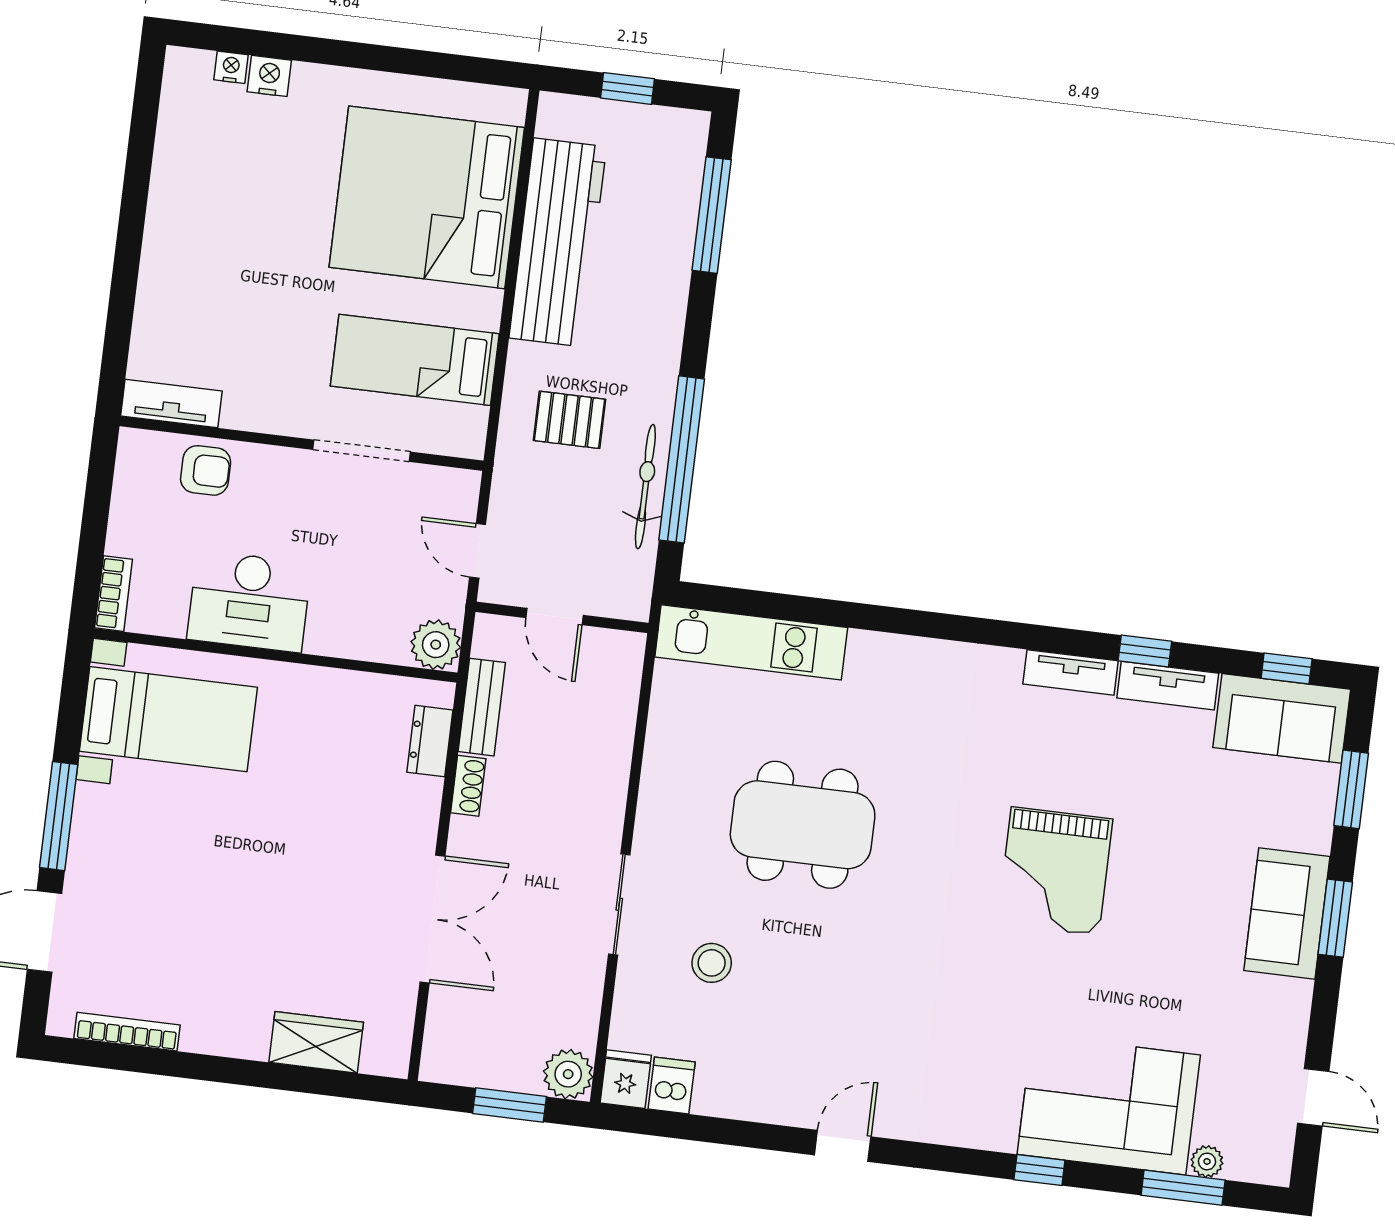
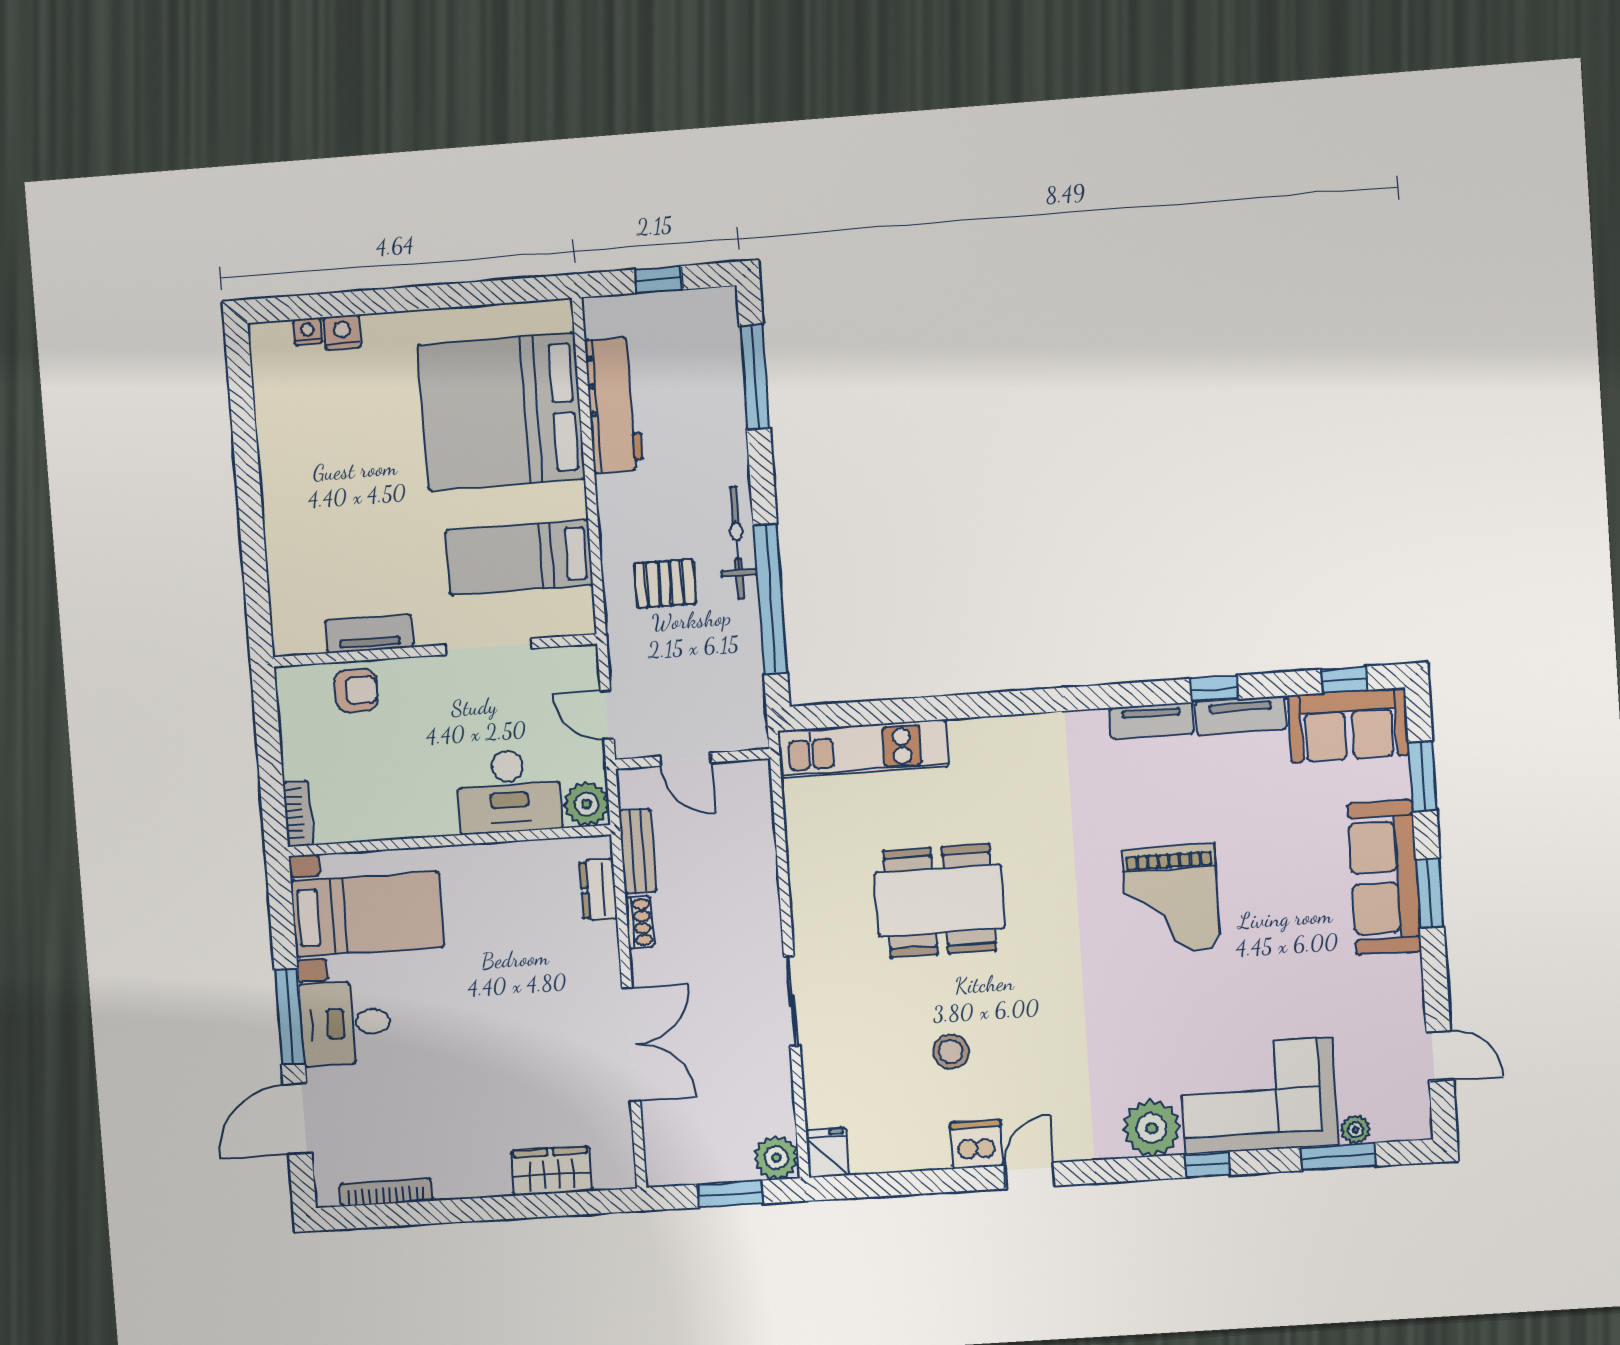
workbench: (558, 242) -> (614, 405), width x0.73, depth x0.76
tv unit: (171, 403) -> (369, 634), moved
bicycle: (645, 487) -> (737, 543), moved
desk: (249, 601) -> (509, 791), moved
desk: (120, 835) -> (346, 1023), added
sofa: (1287, 914) -> (1384, 877), width x1.36
stool: (712, 963) -> (951, 1052), moved
dishwasher: (672, 1085) -> (977, 1144), moved, width x1.38
plant: (986, 1118) -> (1152, 1128), added

